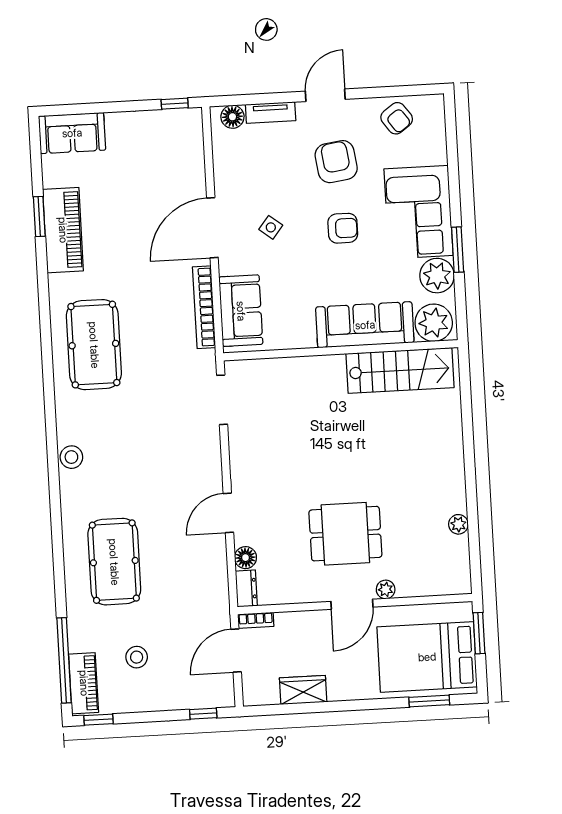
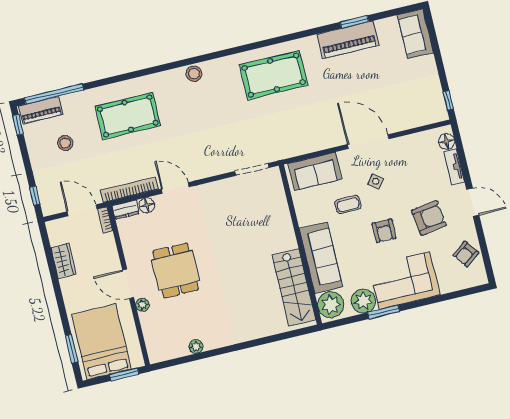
coffee table: (296, 272) -> (348, 204), added
bookcase: (204, 307) -> (129, 190), moved

